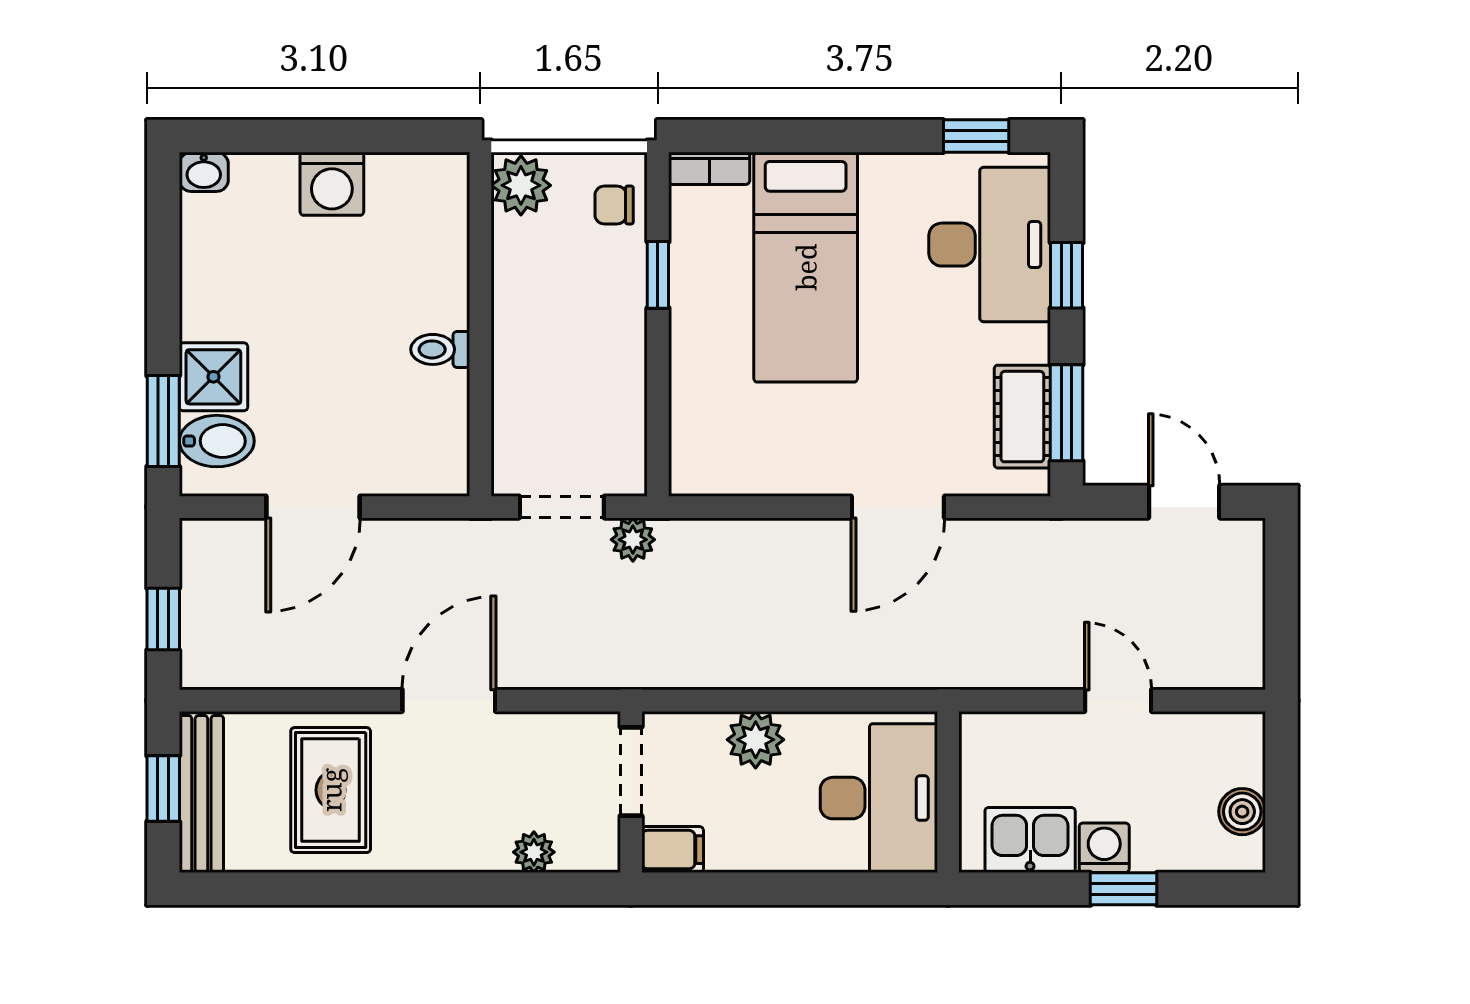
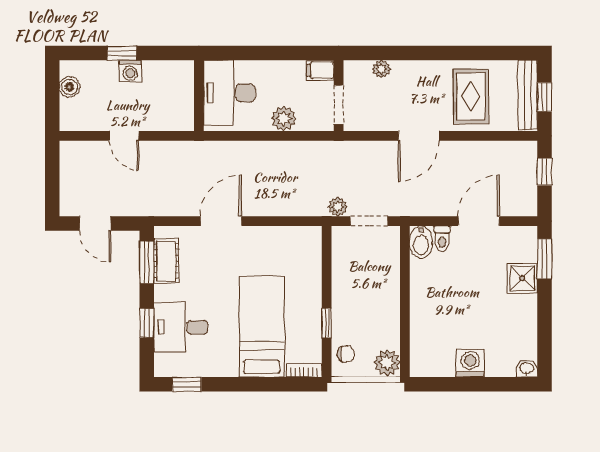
desk: (990, 245) -> (181, 327), width x0.73
toilet: (440, 349) -> (442, 239), moved, turned 90
bidet: (217, 441) -> (421, 242), moved, turned -90
kitchen sink: (1030, 840) -> (163, 74), removed

